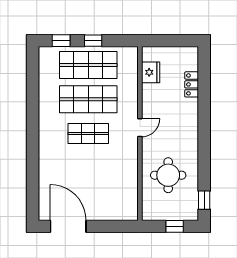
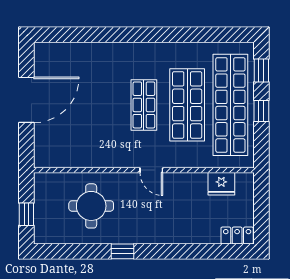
shop shelf: (88, 65) -> (230, 105), width x1.40
locker: (192, 84) -> (237, 236), moved
window: (204, 200) -> (123, 251), moved
door: (68, 226) -> (26, 100), moved

